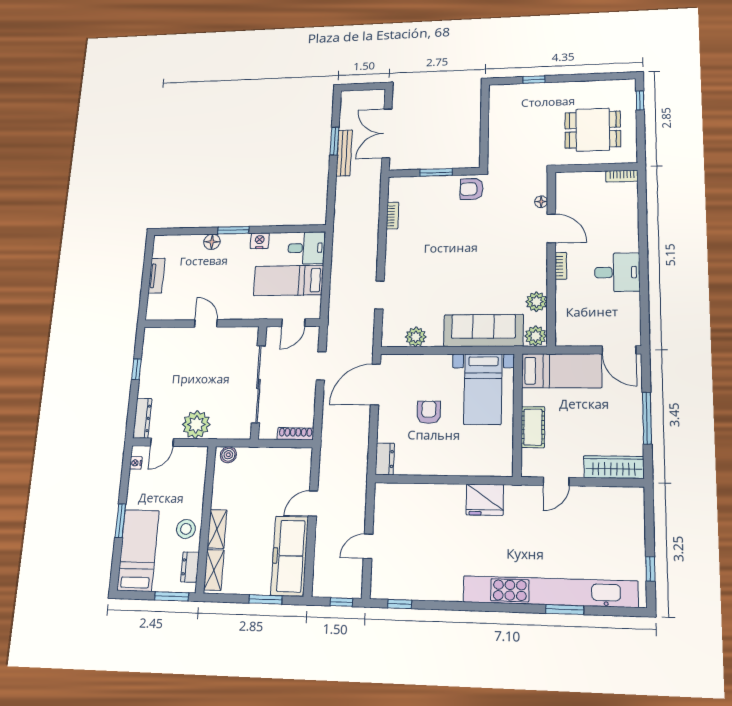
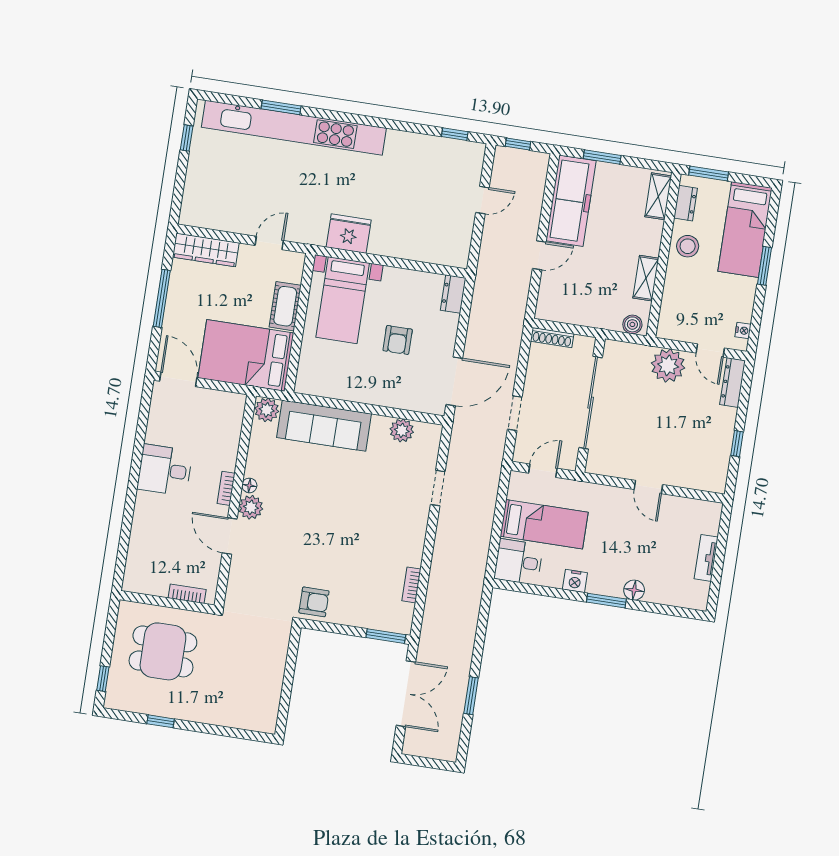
window: (534, 80) -> (161, 721), moved
bench: (344, 153) -> (461, 677), removed
window: (436, 172) -> (386, 636), moved
bookcase: (622, 176) -> (187, 594), moved
floor lamp: (541, 202) -> (249, 485), moved
plant: (537, 302) -> (251, 507), moved
bed: (562, 371) -> (246, 355), width x1.50
bed with nightstands: (483, 389) -> (343, 300), moved, turned 180
door: (162, 442) -> (710, 350), swing flipped
shelving: (217, 529) -> (646, 278), moved

